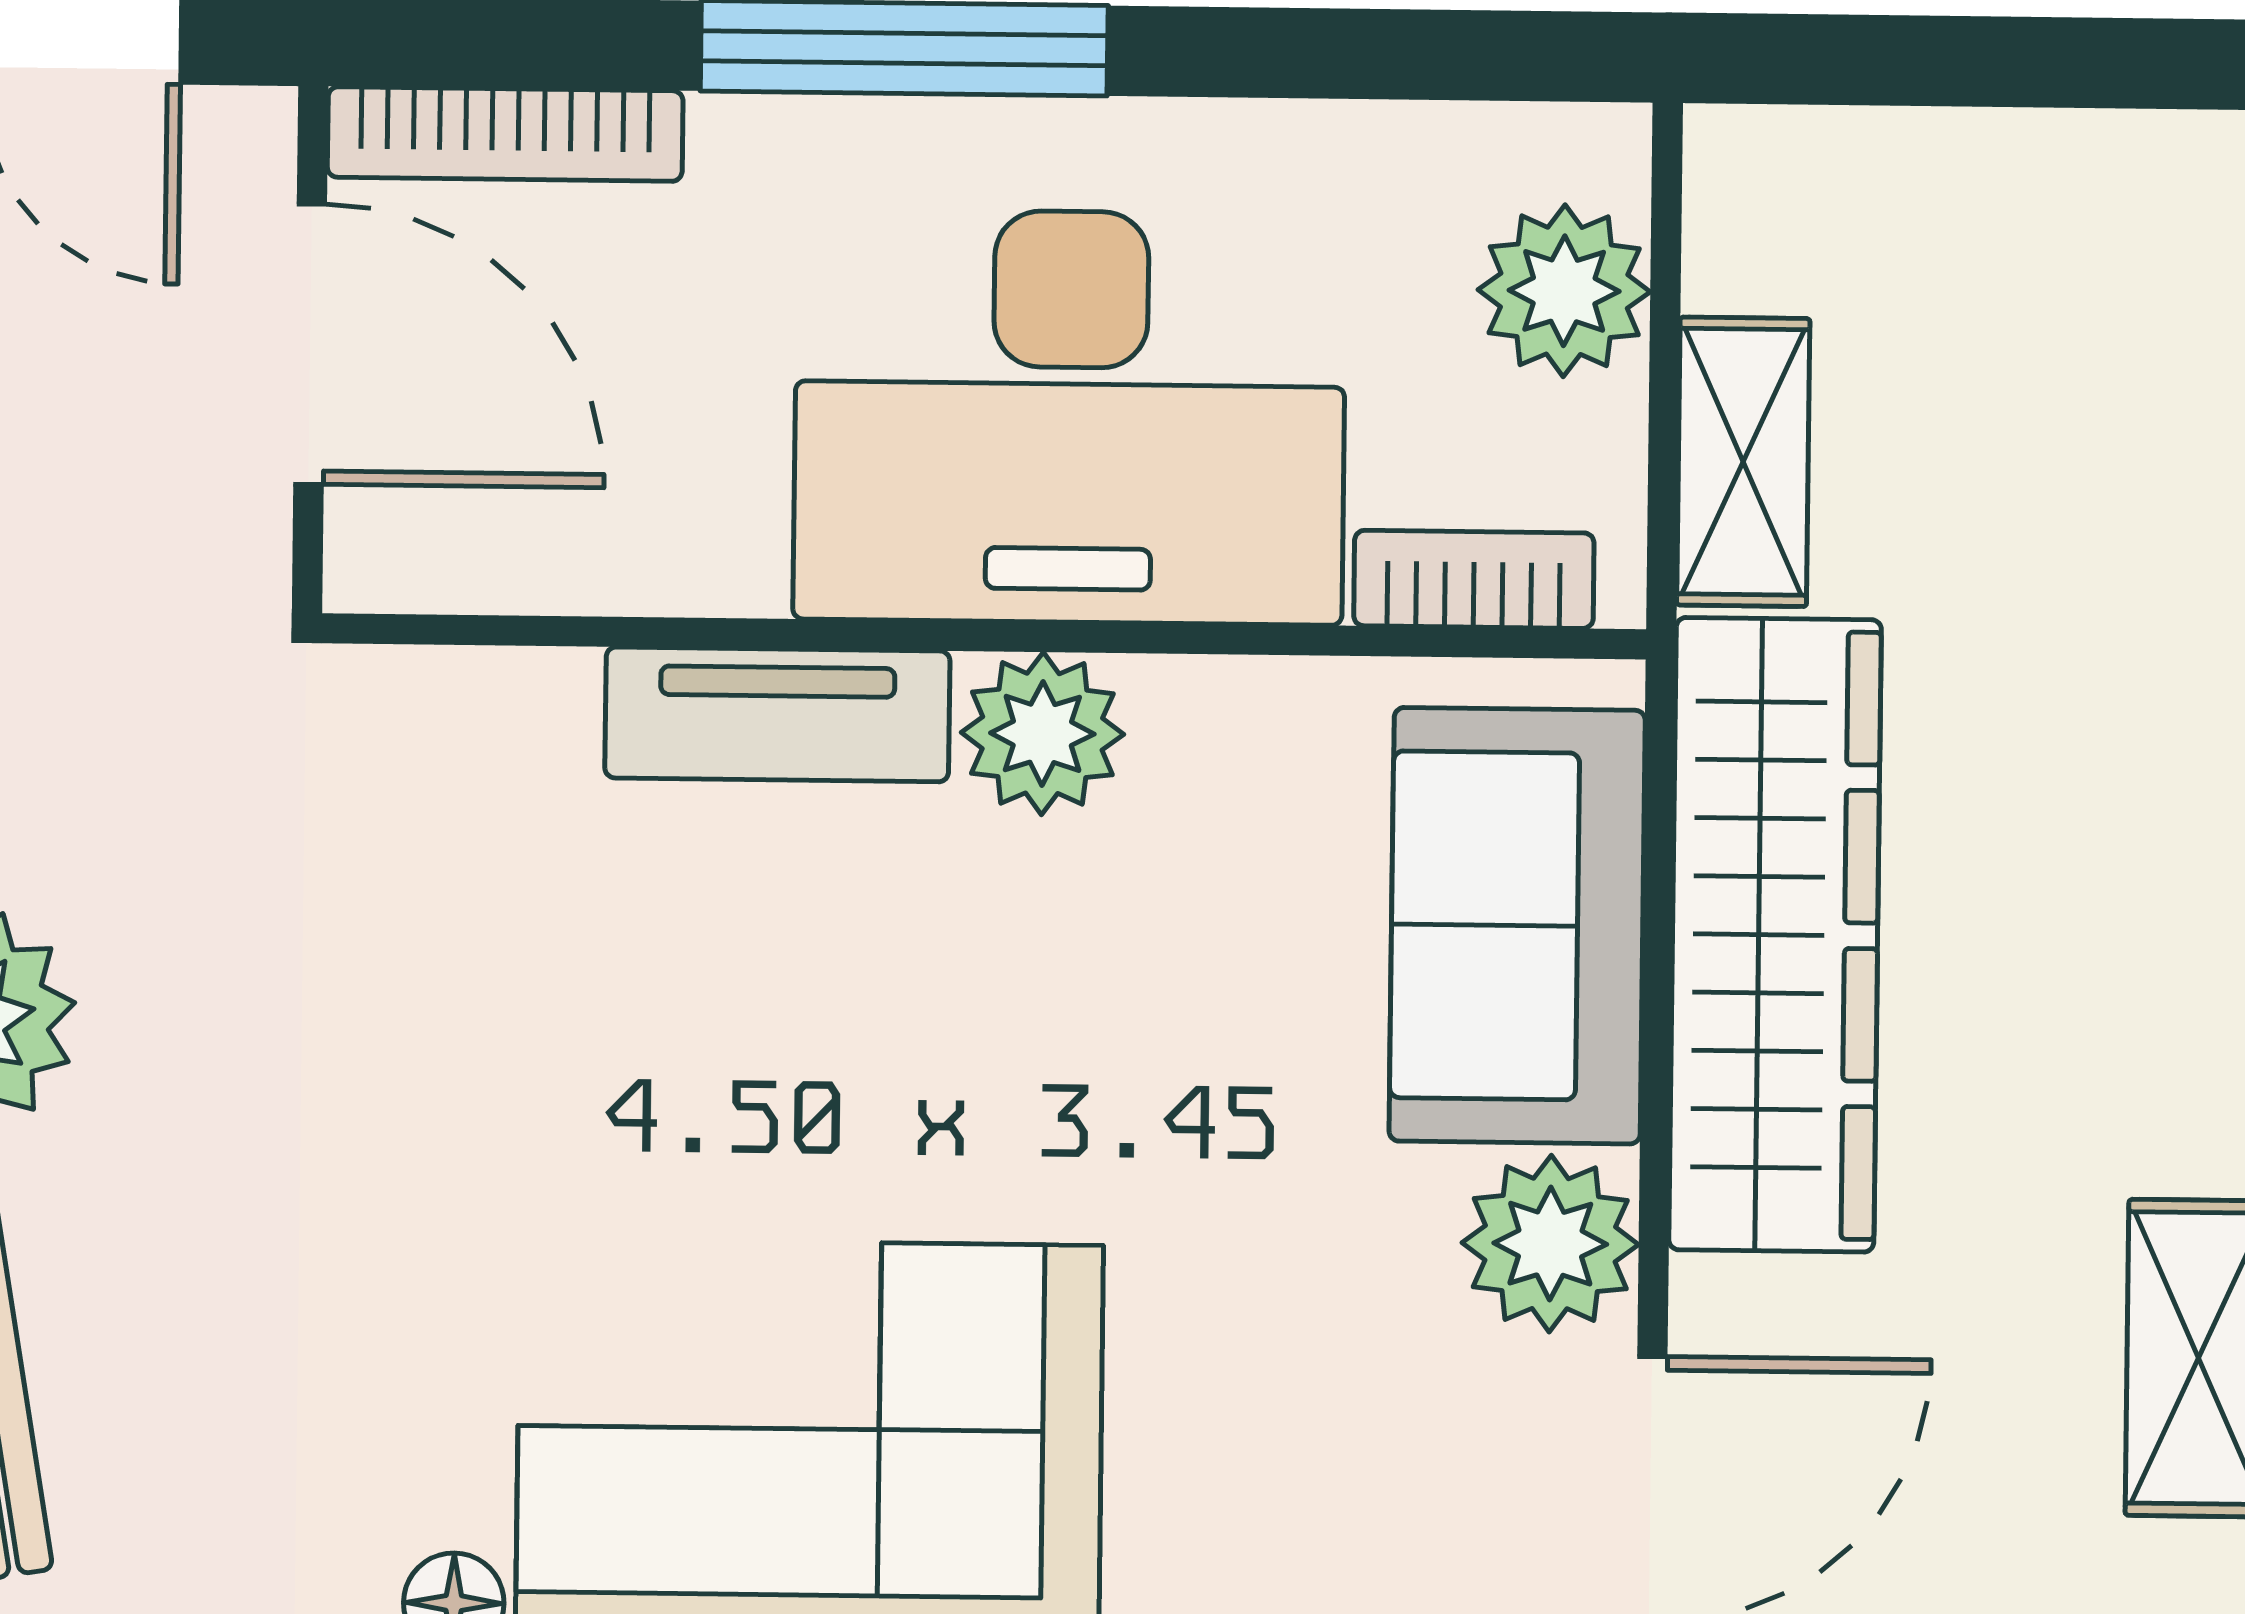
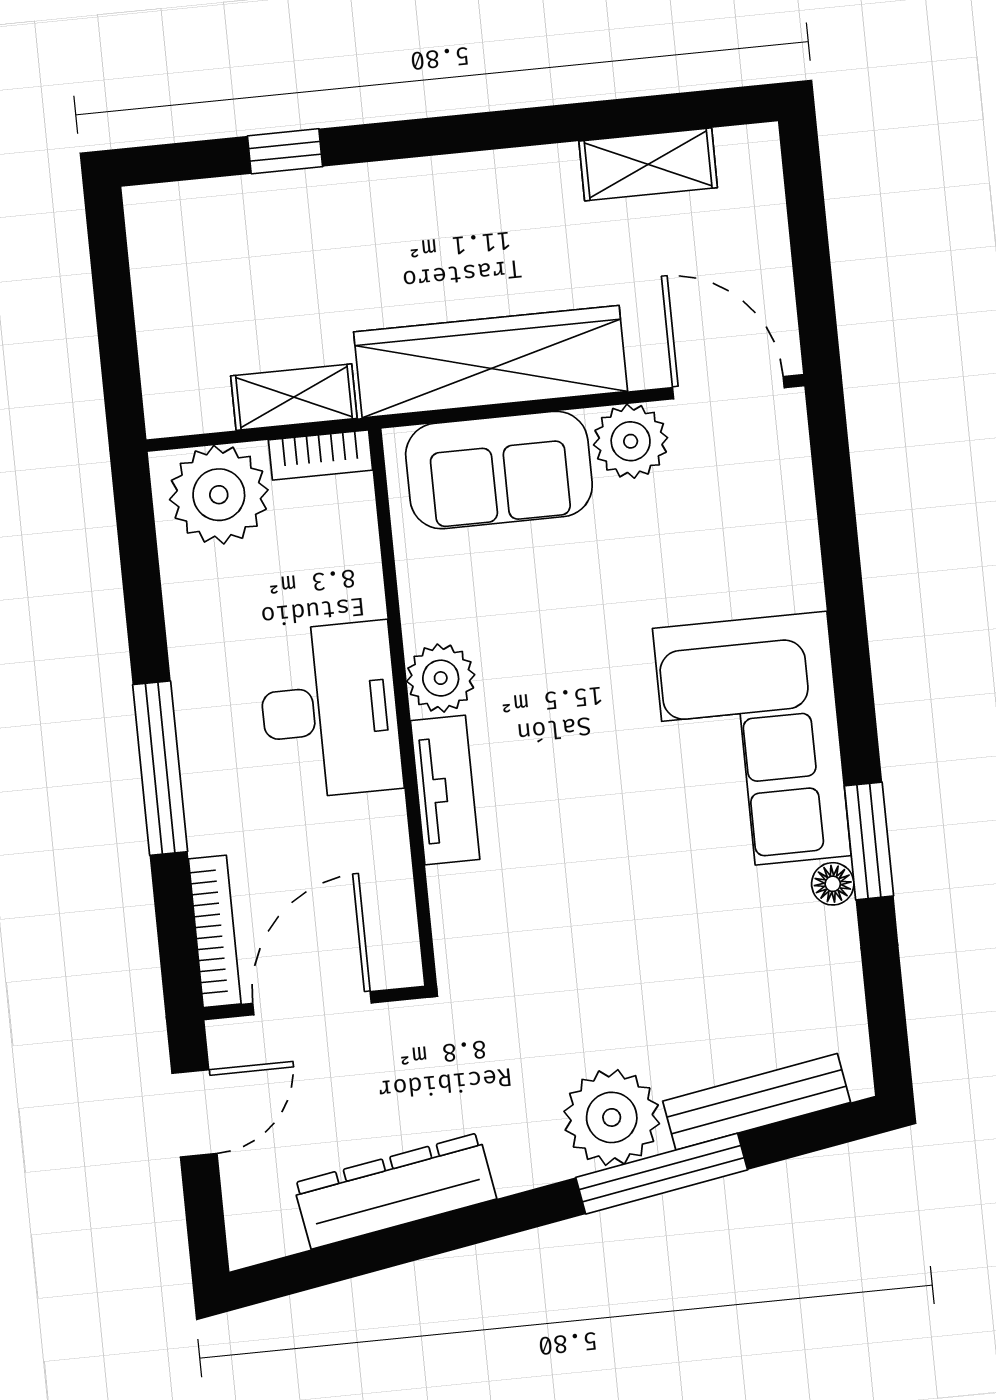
plant: (1564, 291) -> (219, 495), width x1.36, depth x1.36
desk: (1070, 417) -> (330, 710), width x0.73, depth x0.77
bookcase: (1474, 579) -> (320, 455), moved, turned -90

